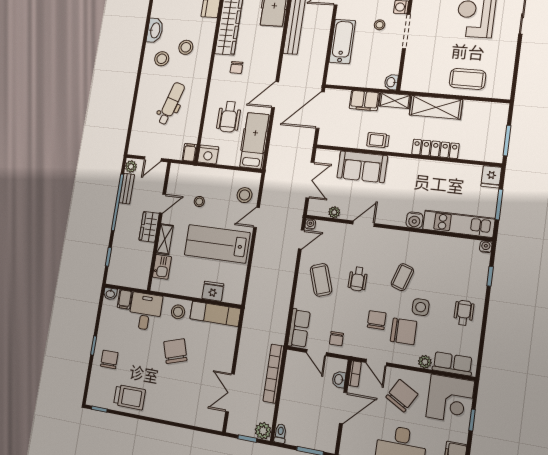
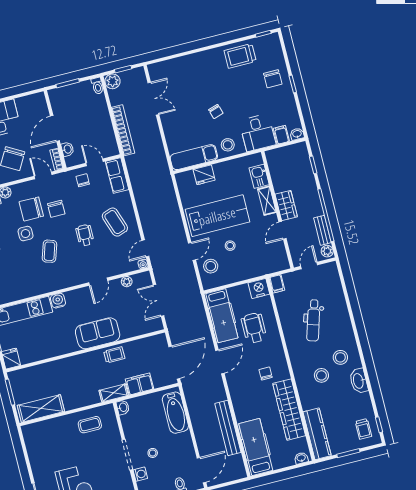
bathtub: (342, 41) -> (175, 413), moved
coffee table: (467, 79) -> (90, 425), moved, width x0.73, depth x0.77
shelving: (436, 107) -> (41, 408), moved
locker: (435, 149) -> (64, 365), removed
sofa: (362, 167) -> (98, 333), moved
stool: (199, 201) -> (230, 246), moved
chair: (175, 351) -> (216, 111), width x0.54, depth x0.54

